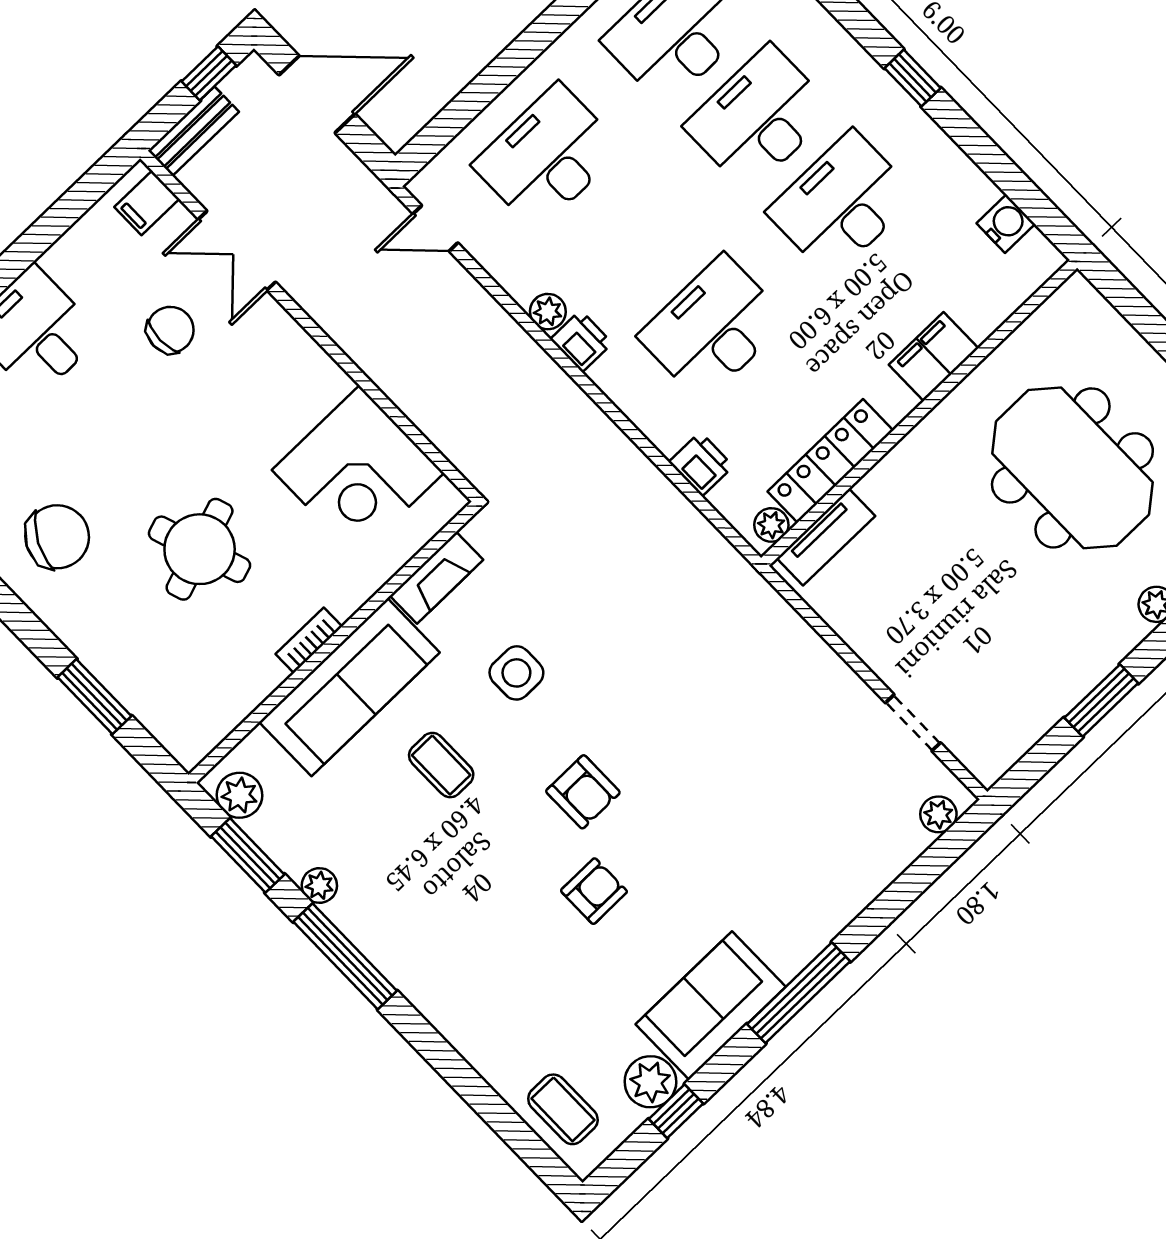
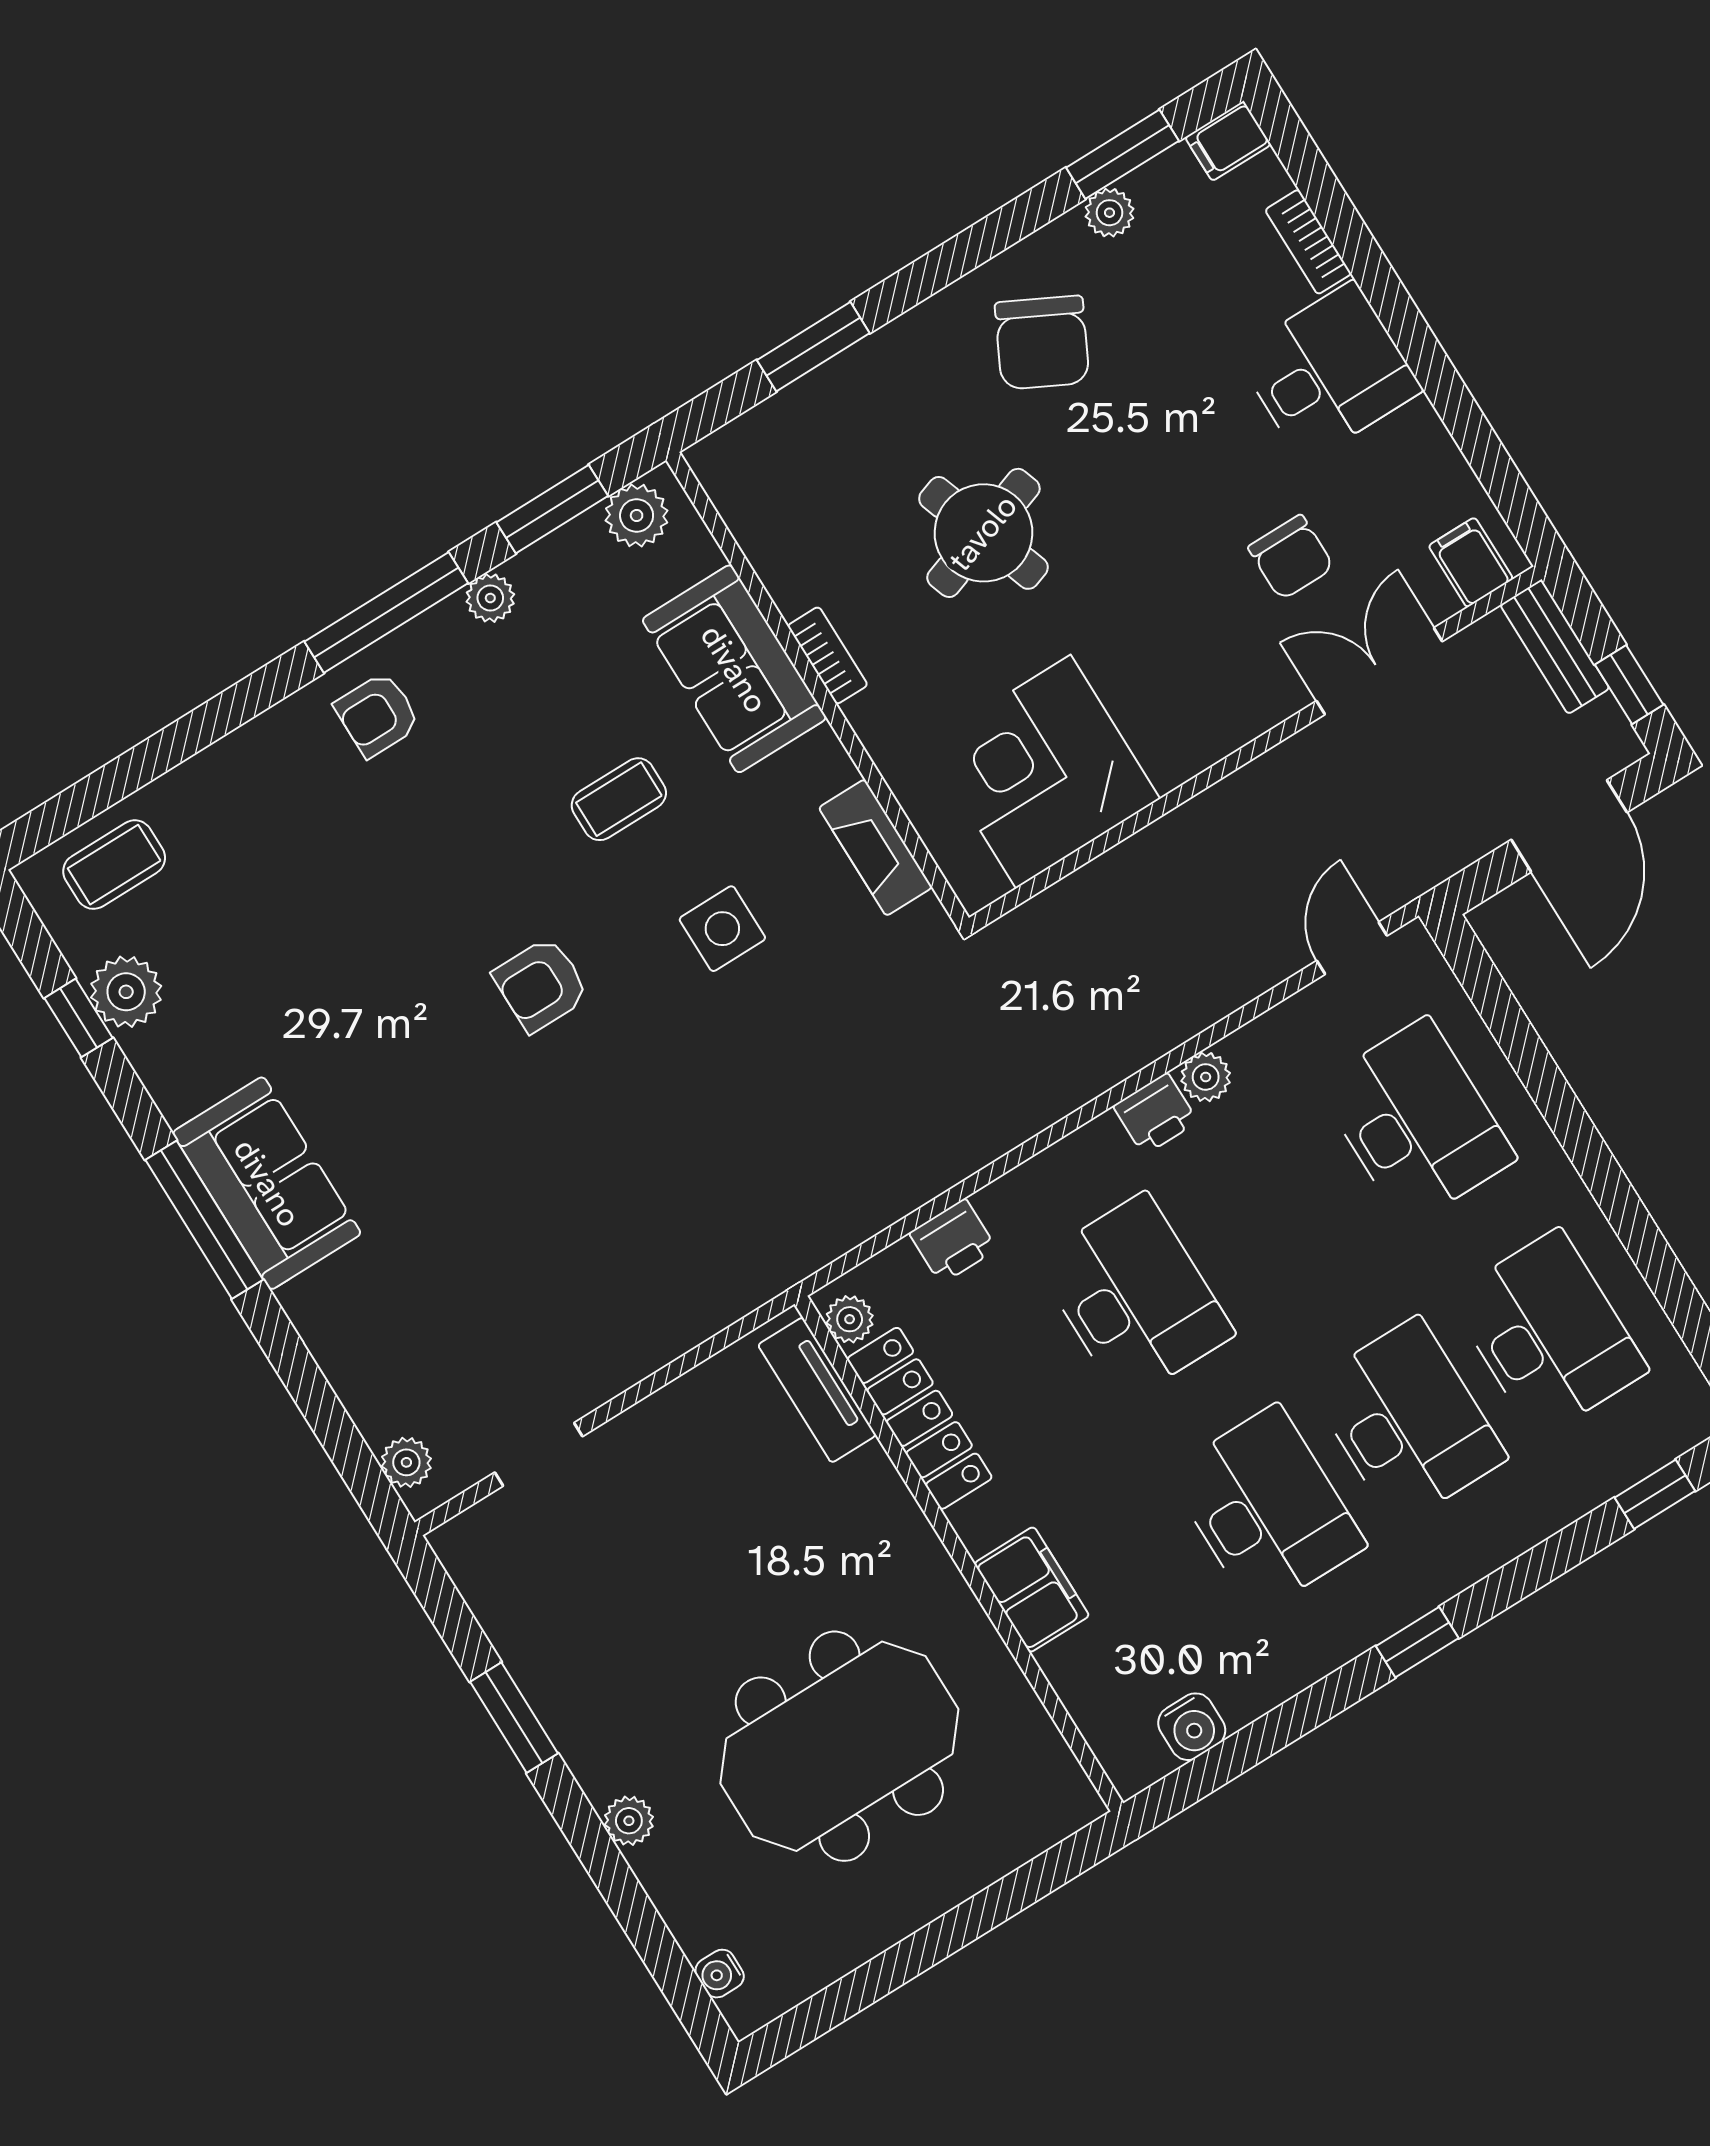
sofa: (349, 687) -> (734, 669), width x0.73
armchair: (594, 891) -> (377, 715), moved, turned 90
sofa: (711, 1006) -> (267, 1183), moved

